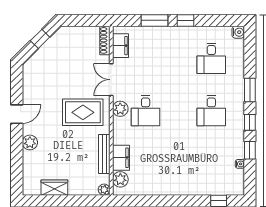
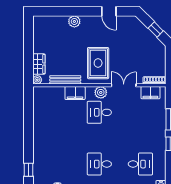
desk: (211, 58) -> (140, 164), turned 180
door: (17, 114) -> (109, 11), moved
filing cabinet: (121, 158) -> (75, 93), moved
plant: (120, 179) -> (45, 93), removed
wardrobe: (54, 188) -> (39, 64), moved

